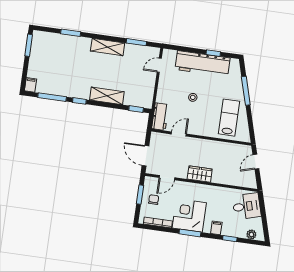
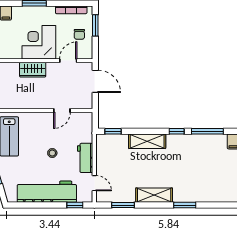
window: (71, 33) -> (185, 205), moved
window: (213, 53) -> (75, 205), moved
door: (159, 65) -> (94, 183), hinge flipped
workbench: (160, 117) -> (85, 158), moved
window: (140, 195) -> (95, 25), moved
corner desk: (189, 215) -> (39, 42), moved, turned 180

